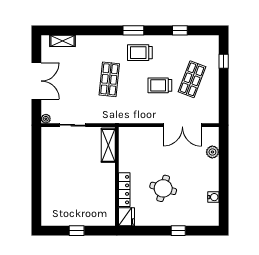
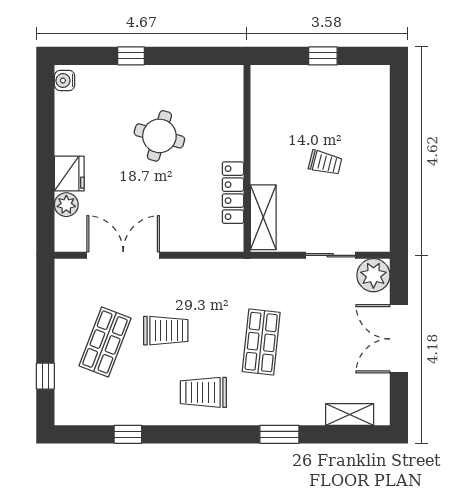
window: (133, 30) -> (279, 434), moved
trolley: (140, 53) -> (203, 392), turned 180
plant: (46, 119) -> (373, 275), width x1.88, depth x1.88
trolley: (75, 174) -> (325, 163), added
locker: (124, 190) -> (233, 193), moved
water cooler: (213, 197) -> (65, 81), moved
fridge: (127, 217) -> (69, 174), moved, turned 180

